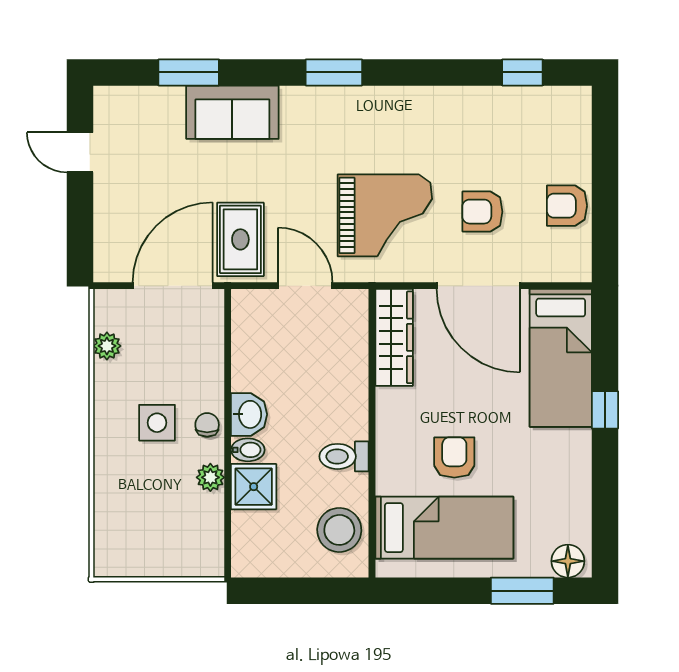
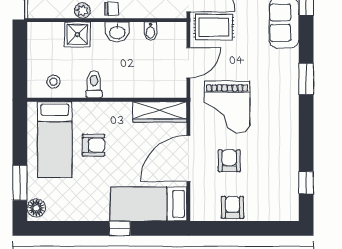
bidet: (248, 450) -> (151, 31), moved
stool: (339, 530) -> (53, 82), width x0.53, depth x0.53

